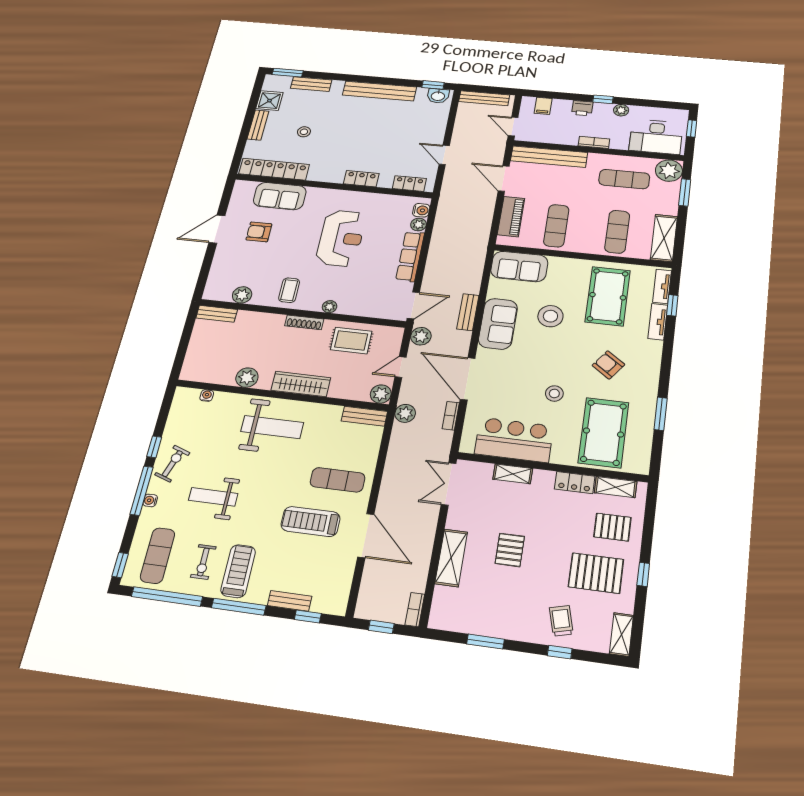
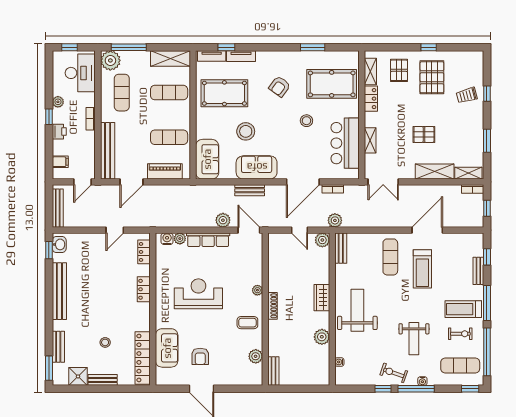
window: (685, 192) -> (129, 47), width x1.44
plant: (421, 336) -> (223, 220), moved
rug: (351, 341) -> (283, 269), removed
wardrobe: (301, 384) -> (322, 298), width x0.67
shelving: (621, 634) -> (468, 173), moved

